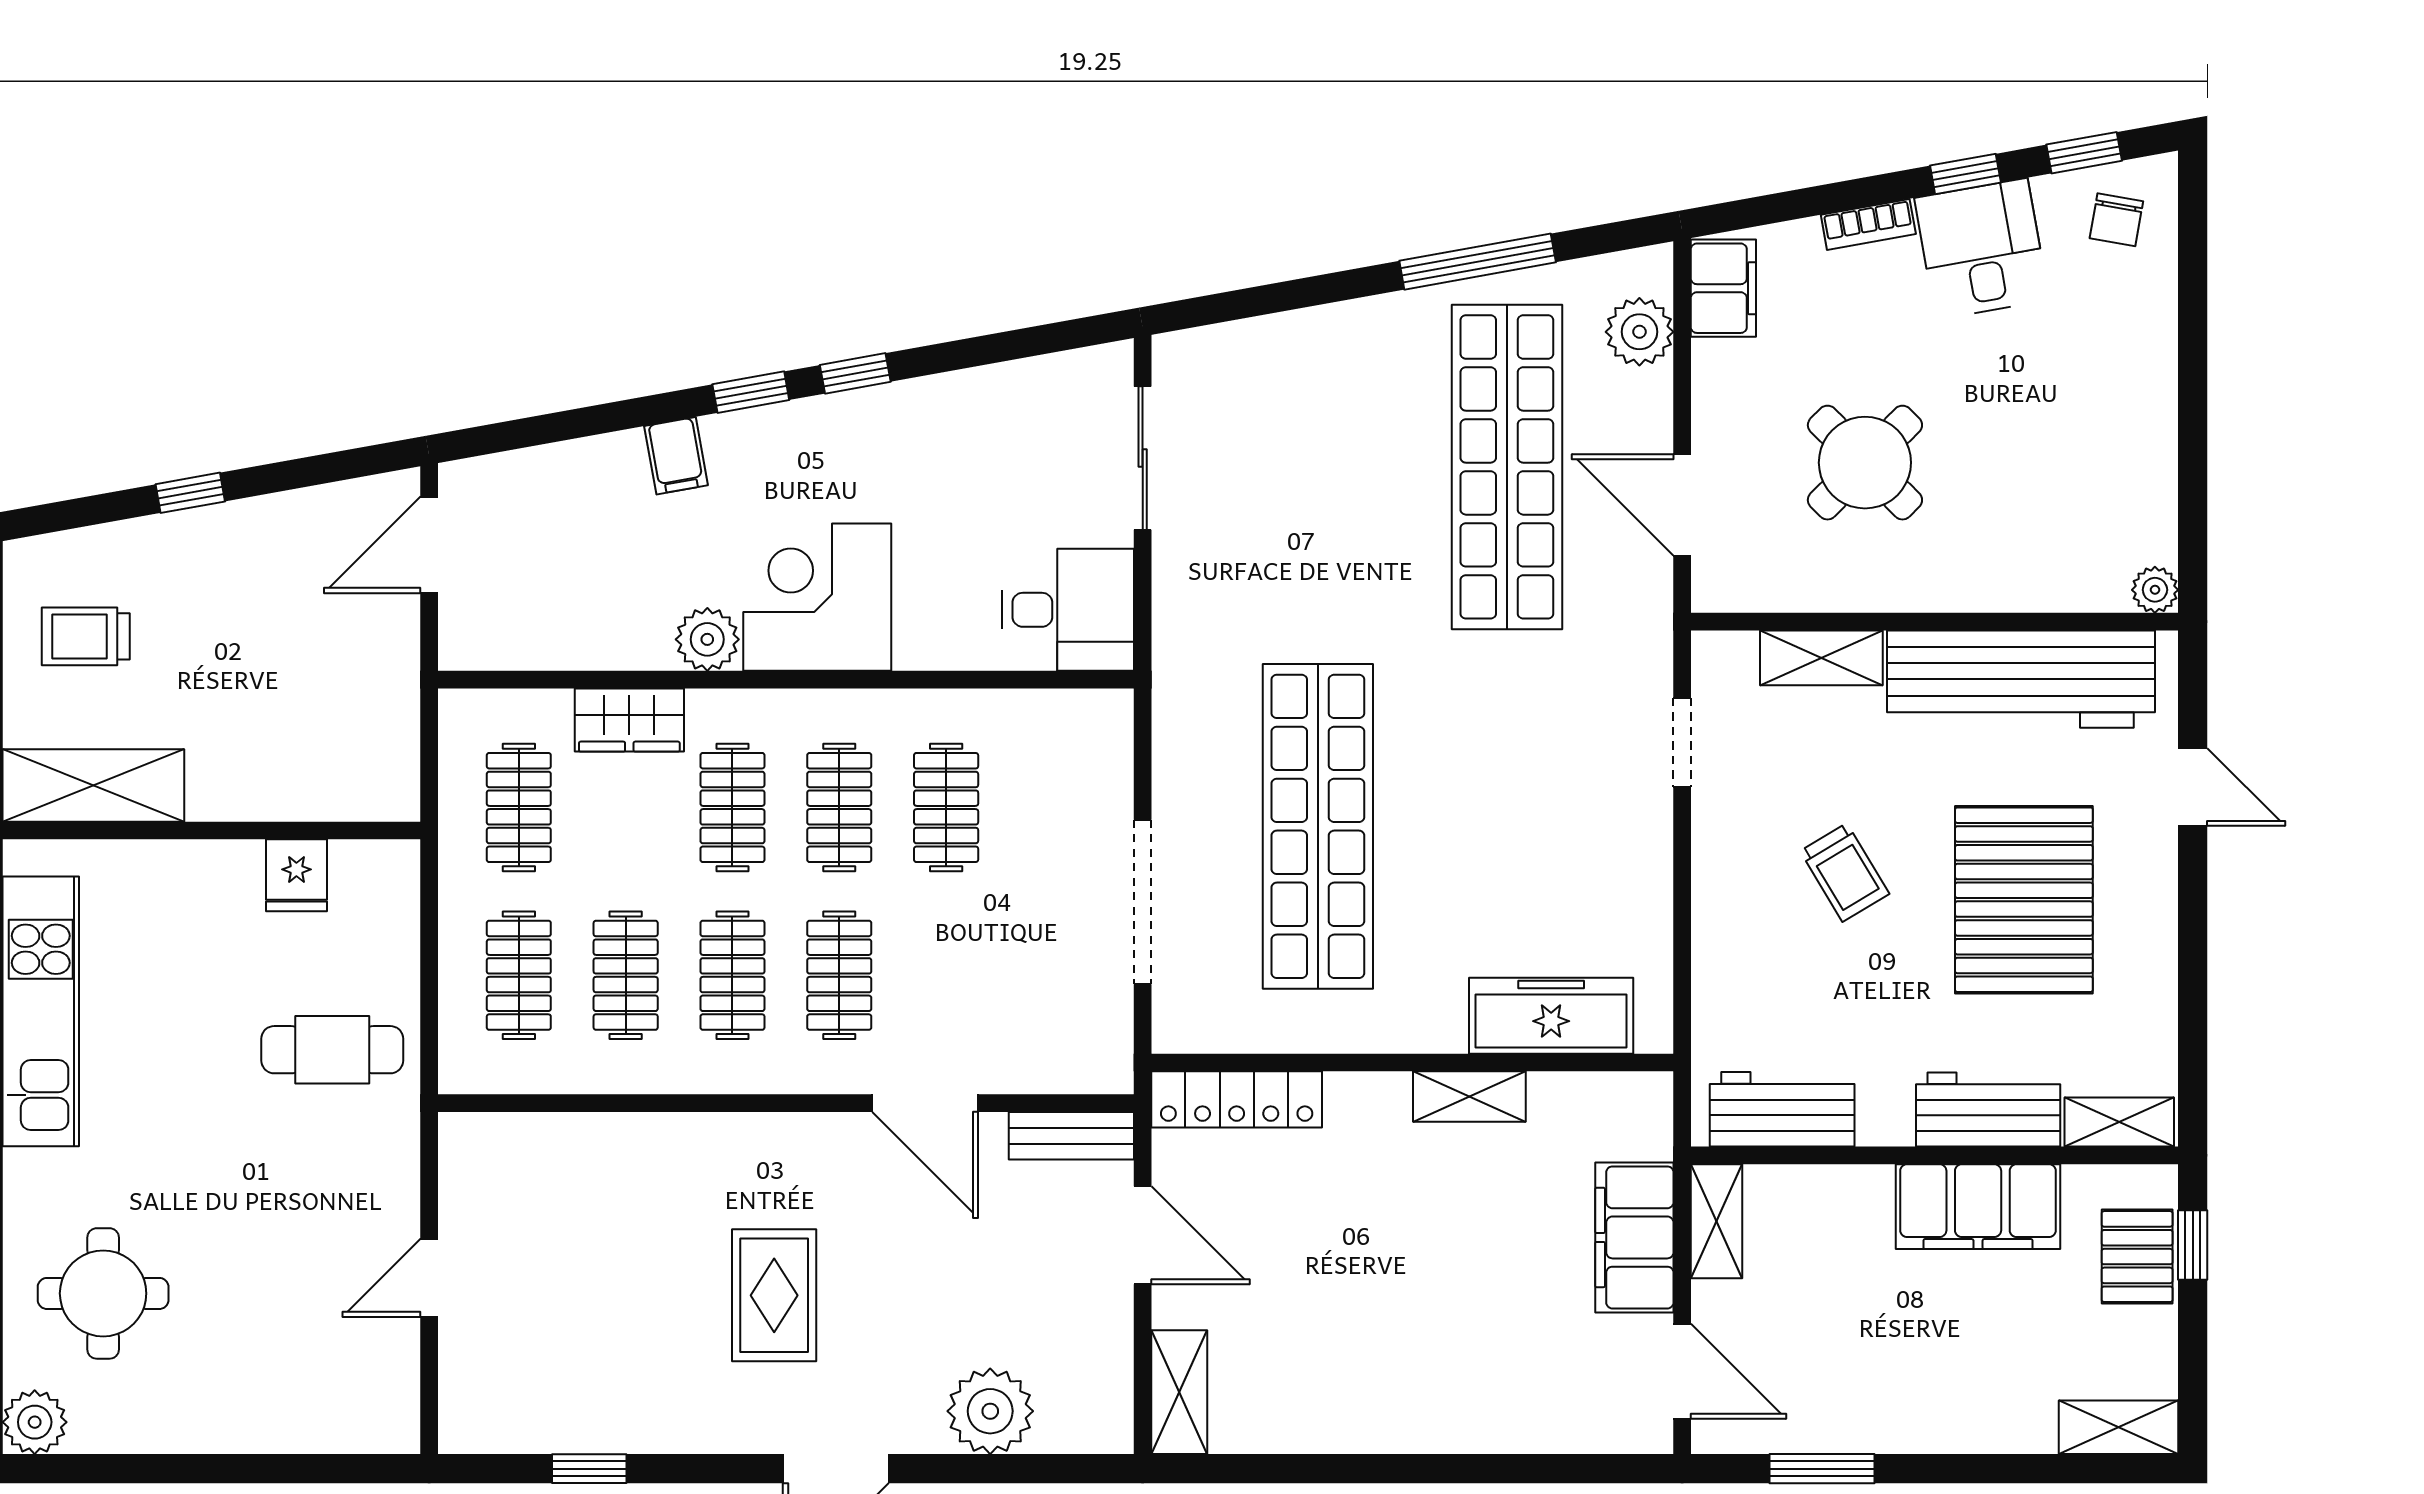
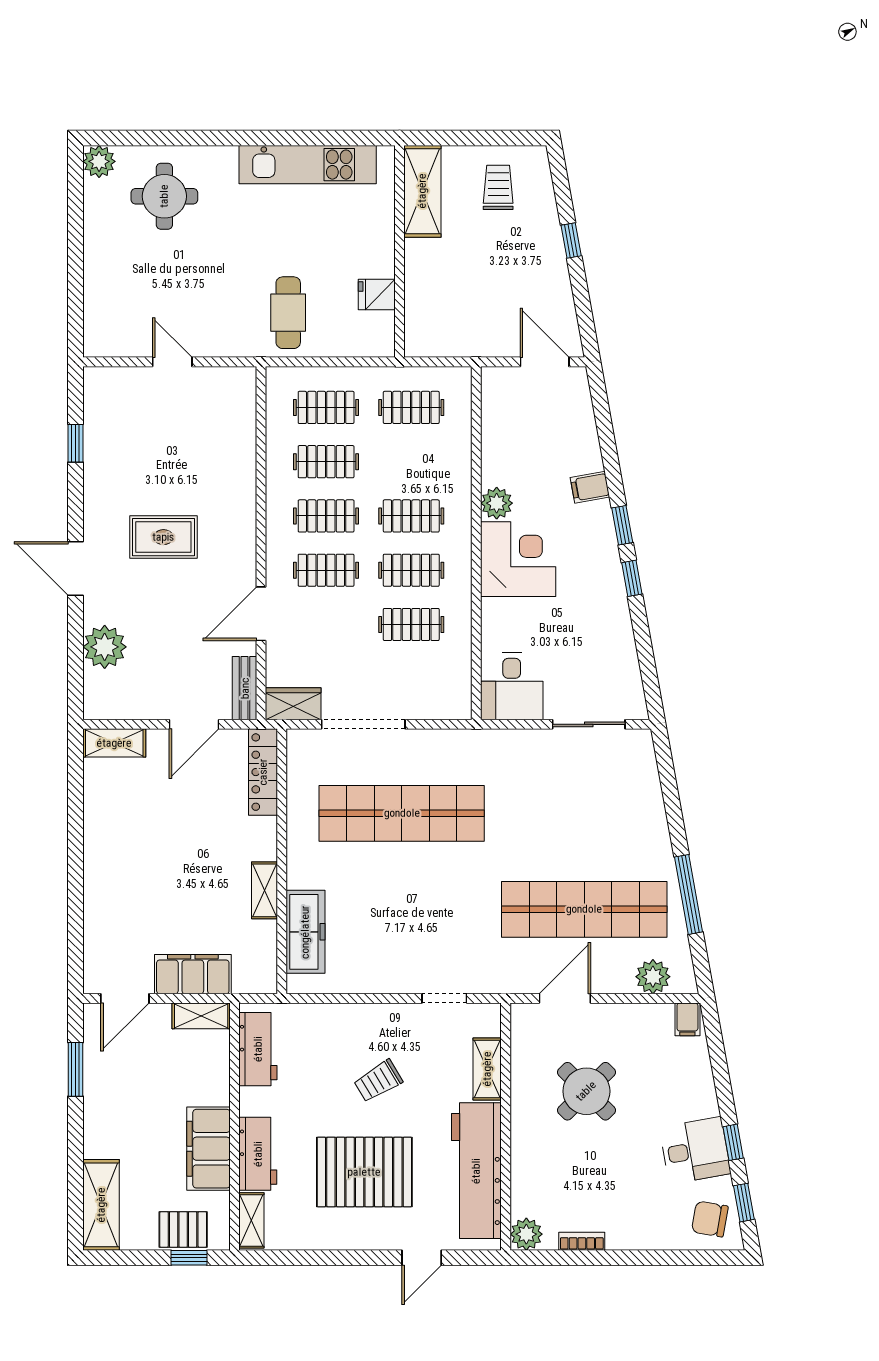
chair: (2116, 220) -> (710, 1219), width x1.37, depth x1.37
bookcase: (1868, 224) -> (582, 1241), moved, turned 100
filing cabinet: (1723, 288) -> (687, 1019), width x0.50
plant: (2155, 590) -> (526, 1234), width x1.38, depth x1.38
wardrobe: (629, 720) -> (293, 704), moved, turned 90
shelving: (2118, 1427) -> (101, 1205), width x1.50, depth x1.33

